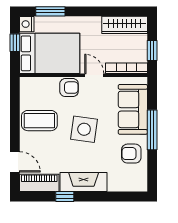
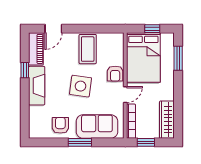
nightstand: (27, 24) -> (168, 39), removed
window: (152, 130) -> (80, 142), width x0.69

